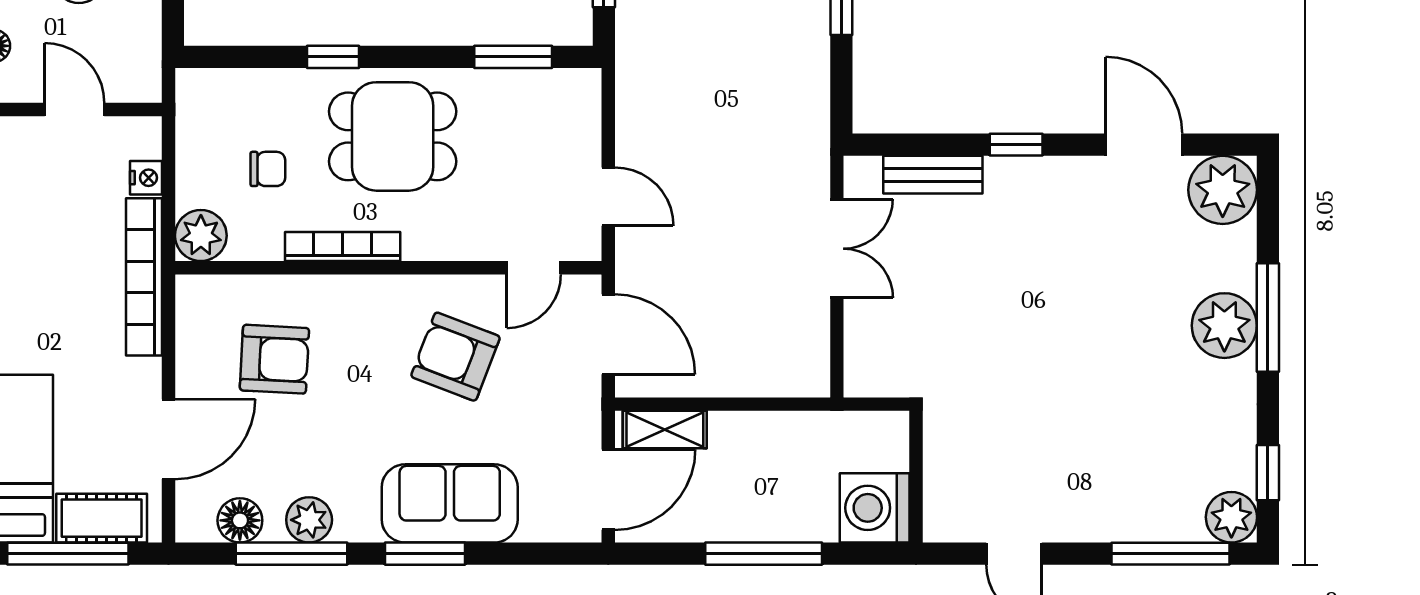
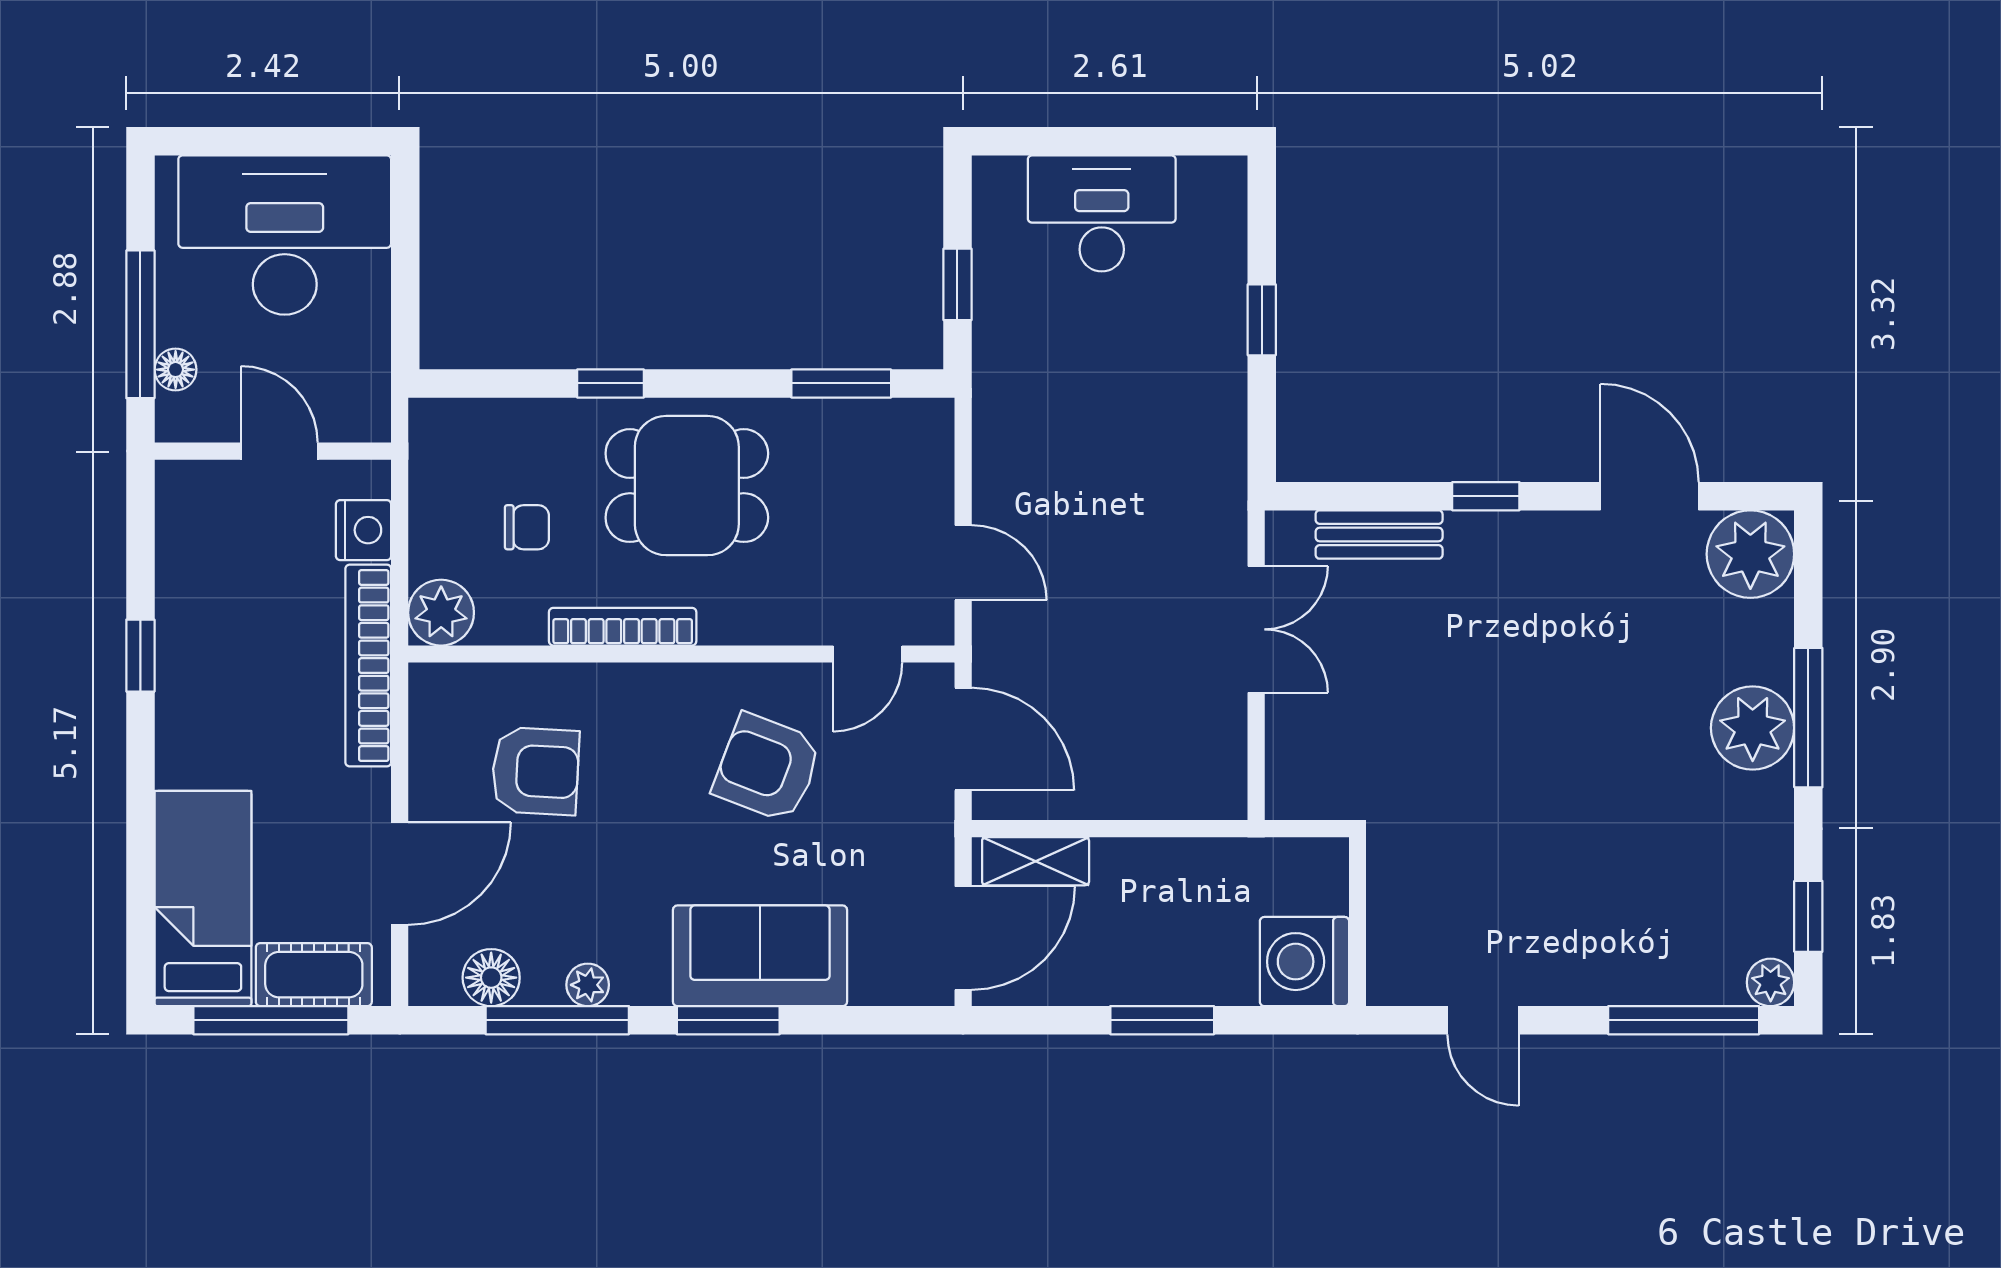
nightstand: (146, 178) -> (364, 530), width x1.39, depth x1.35
plant: (1231, 517) -> (1771, 982), width x0.73, depth x0.73
plant: (309, 520) -> (588, 985), width x0.73, depth x0.73
window: (764, 554) -> (1162, 1020), width x0.69

